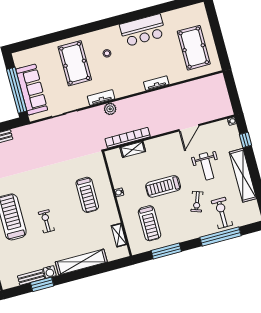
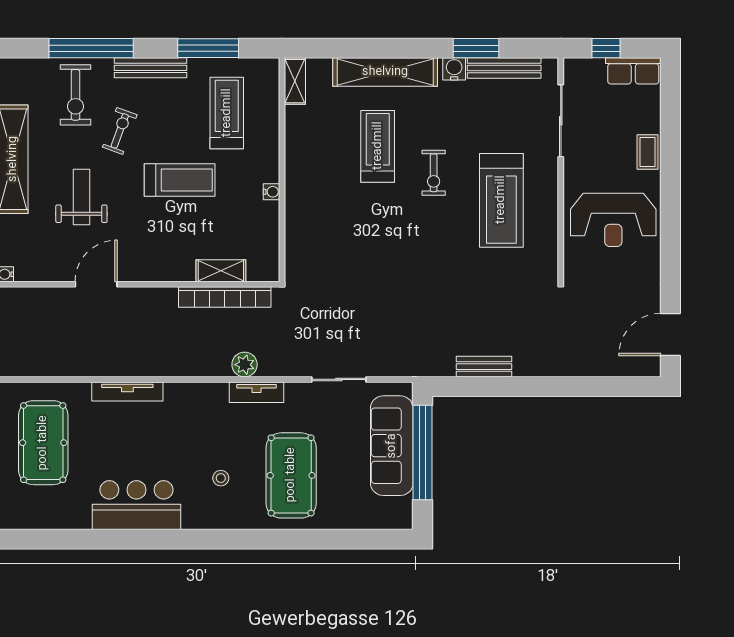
tv unit: (156, 83) -> (127, 391), width x1.41
treadmill: (87, 195) -> (378, 146), moved
shelving: (119, 235) -> (295, 81), moved
bench: (191, 235) -> (150, 68), added
bench: (31, 277) -> (504, 68), width x1.36

